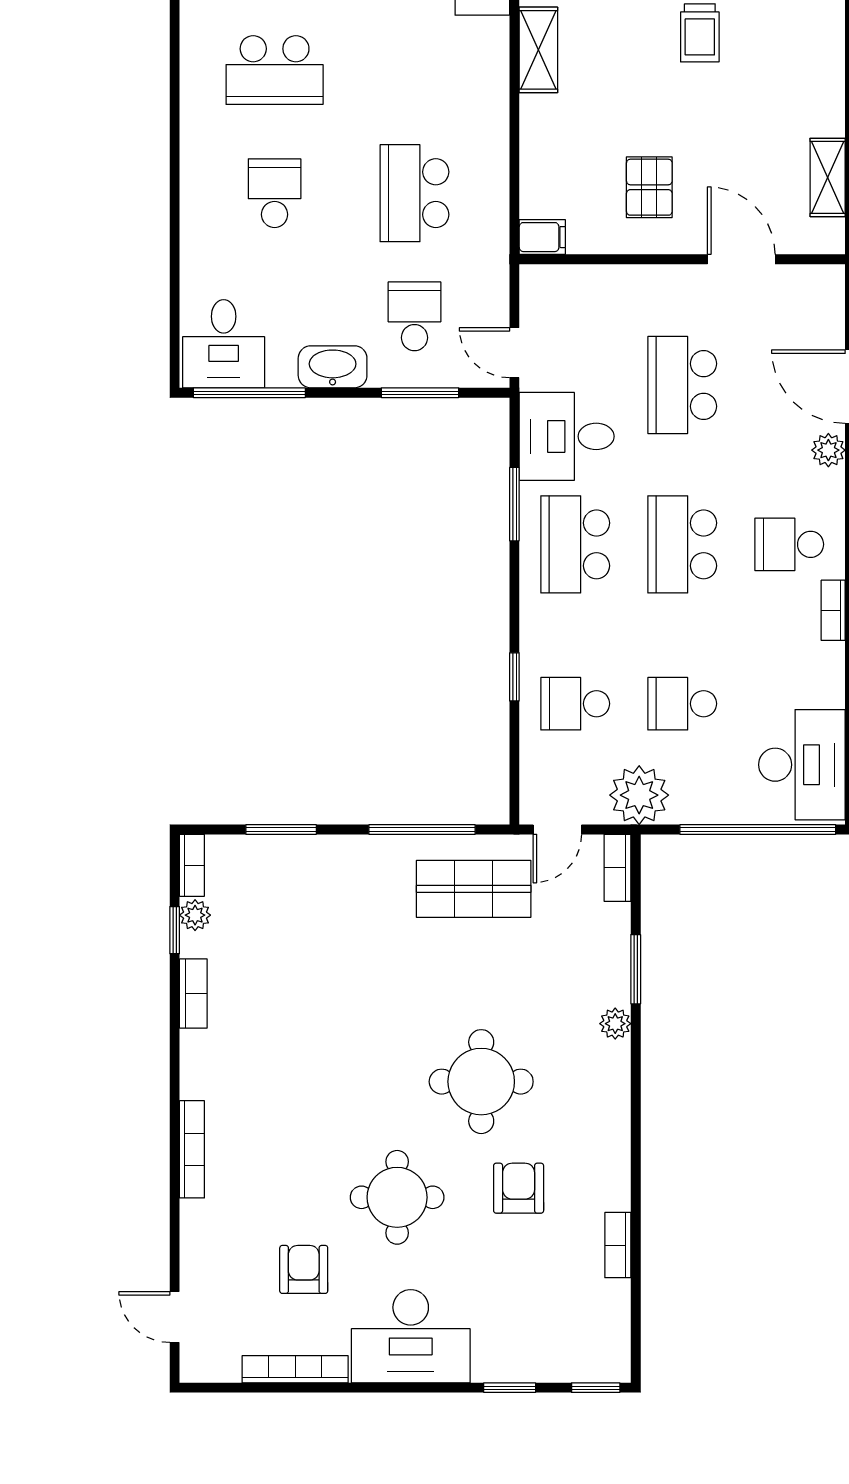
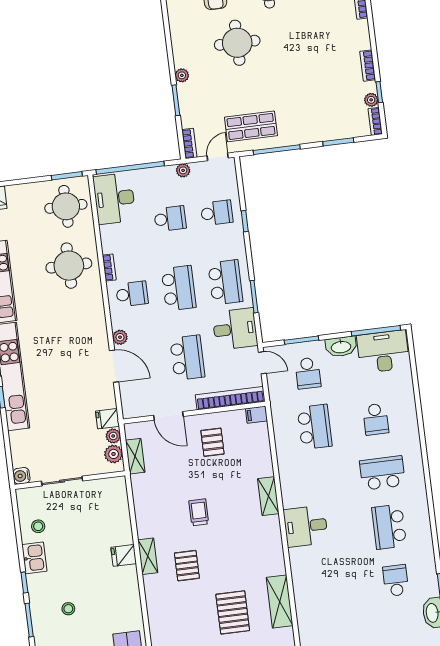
bookcase: (597, 282) -> (230, 398), added
desk: (224, 344) -> (383, 352), width x1.37
plant: (639, 795) -> (183, 170), width x0.53, depth x0.53

